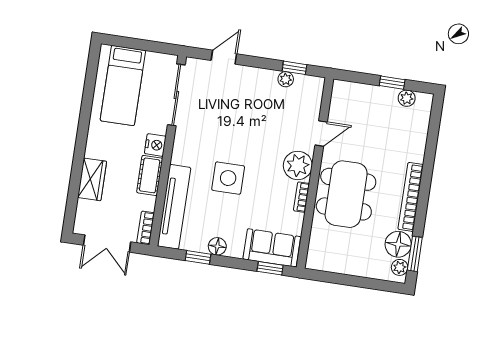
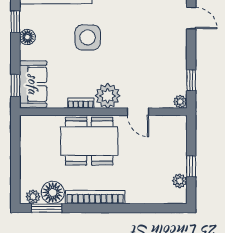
plant: (286, 79) -> (180, 102), moved

